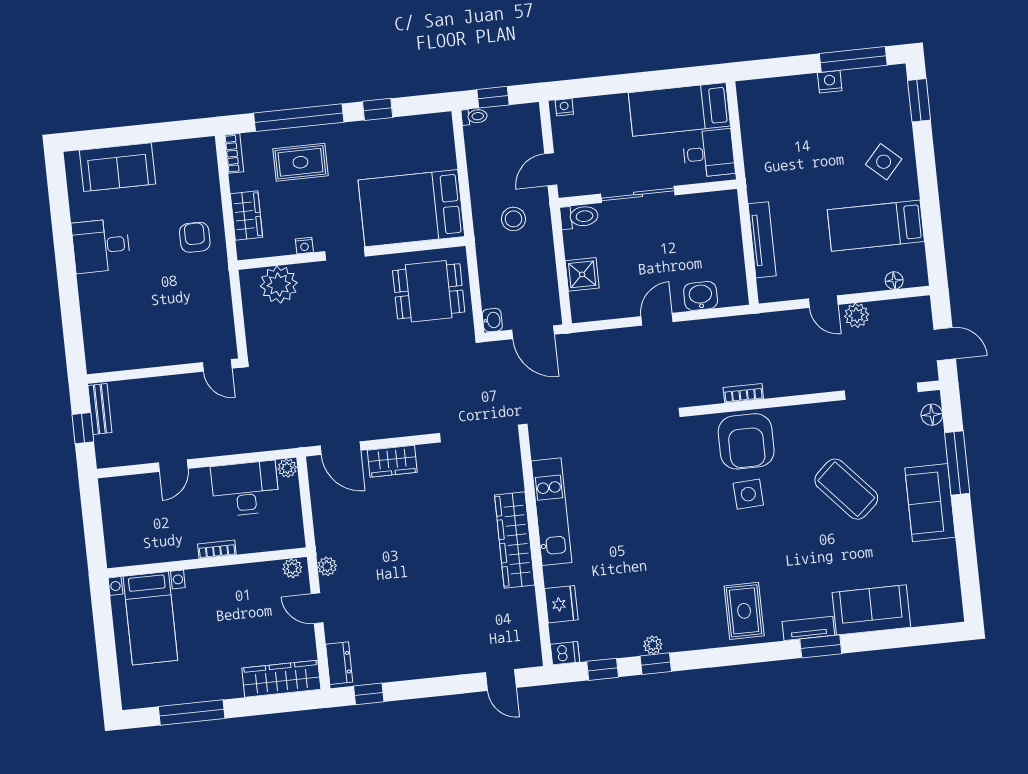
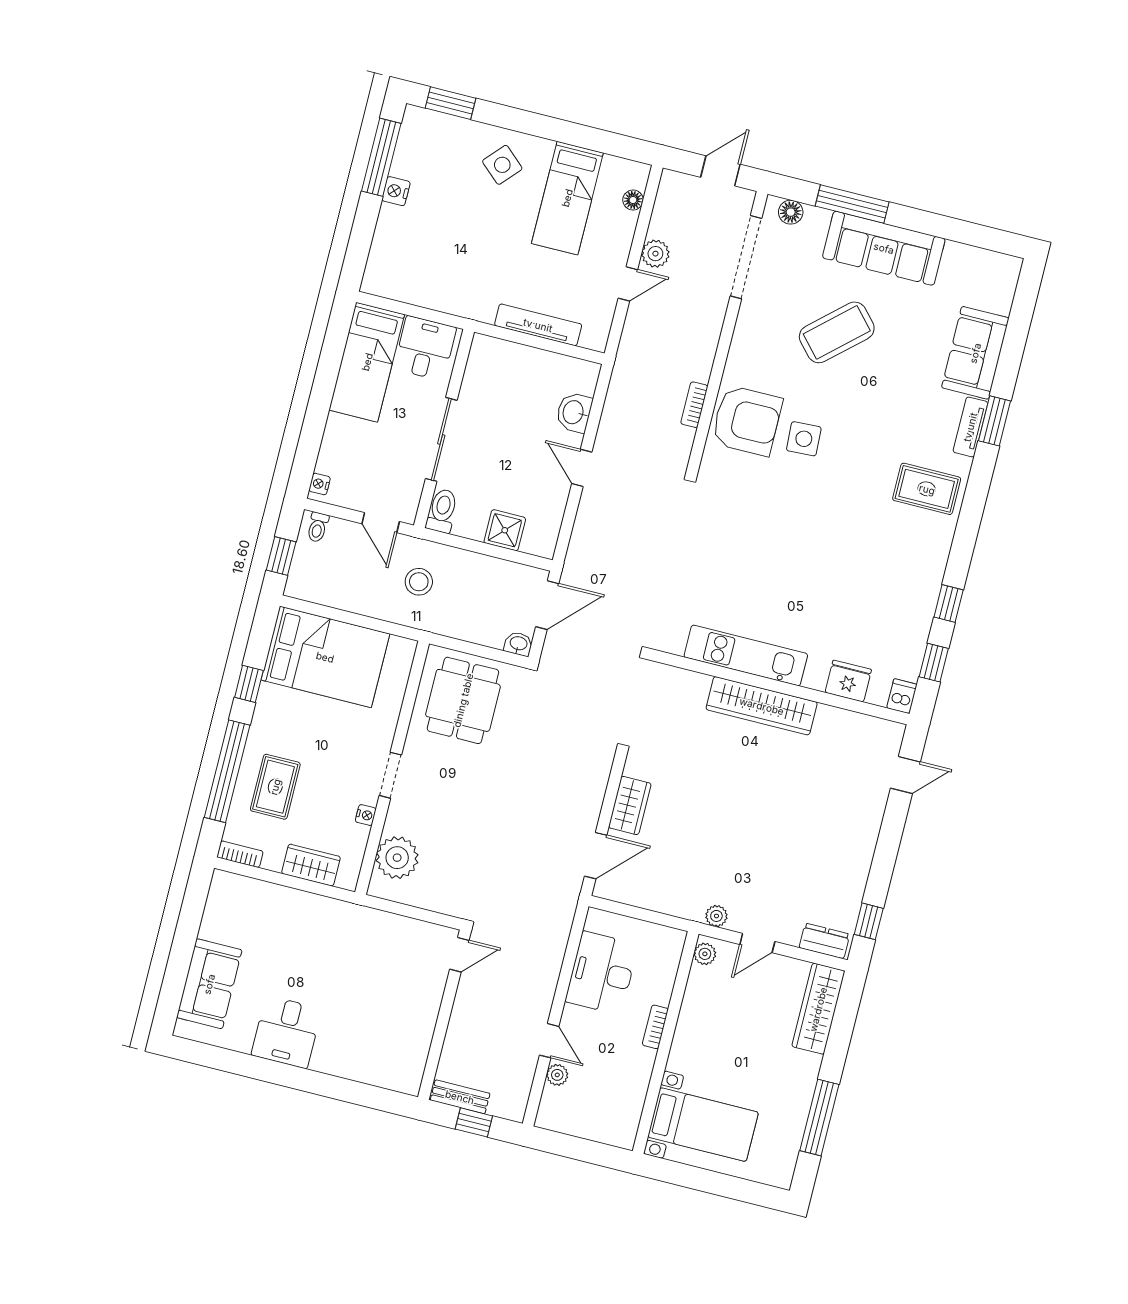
toilet: (474, 117) -> (318, 527), moved, turned 180
bed: (411, 208) -> (325, 657), moved, turned -90
armchair: (195, 237) -> (314, 929), removed
plant: (287, 468) -> (557, 1075), moved
sofa: (930, 503) -> (884, 248), width x1.36
plant: (653, 645) -> (927, 599), removed

